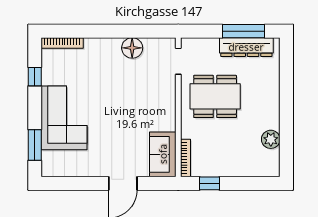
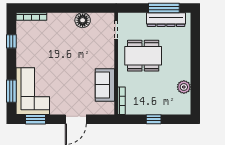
corner sofa: (64, 118) -> (33, 91), moved
sofa: (163, 154) -> (105, 85), moved
window: (68, 183) -> (35, 119), added
window: (209, 183) -> (154, 119), moved

